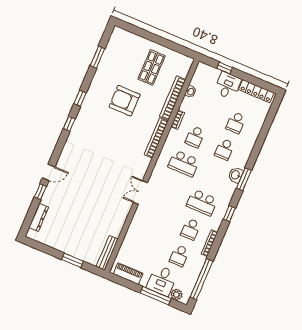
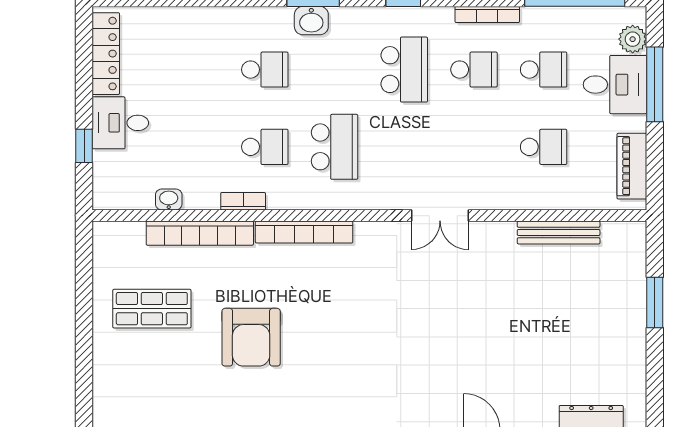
school desk: (236, 123) -> (544, 147), moved
bench: (107, 253) -> (559, 233), moved

